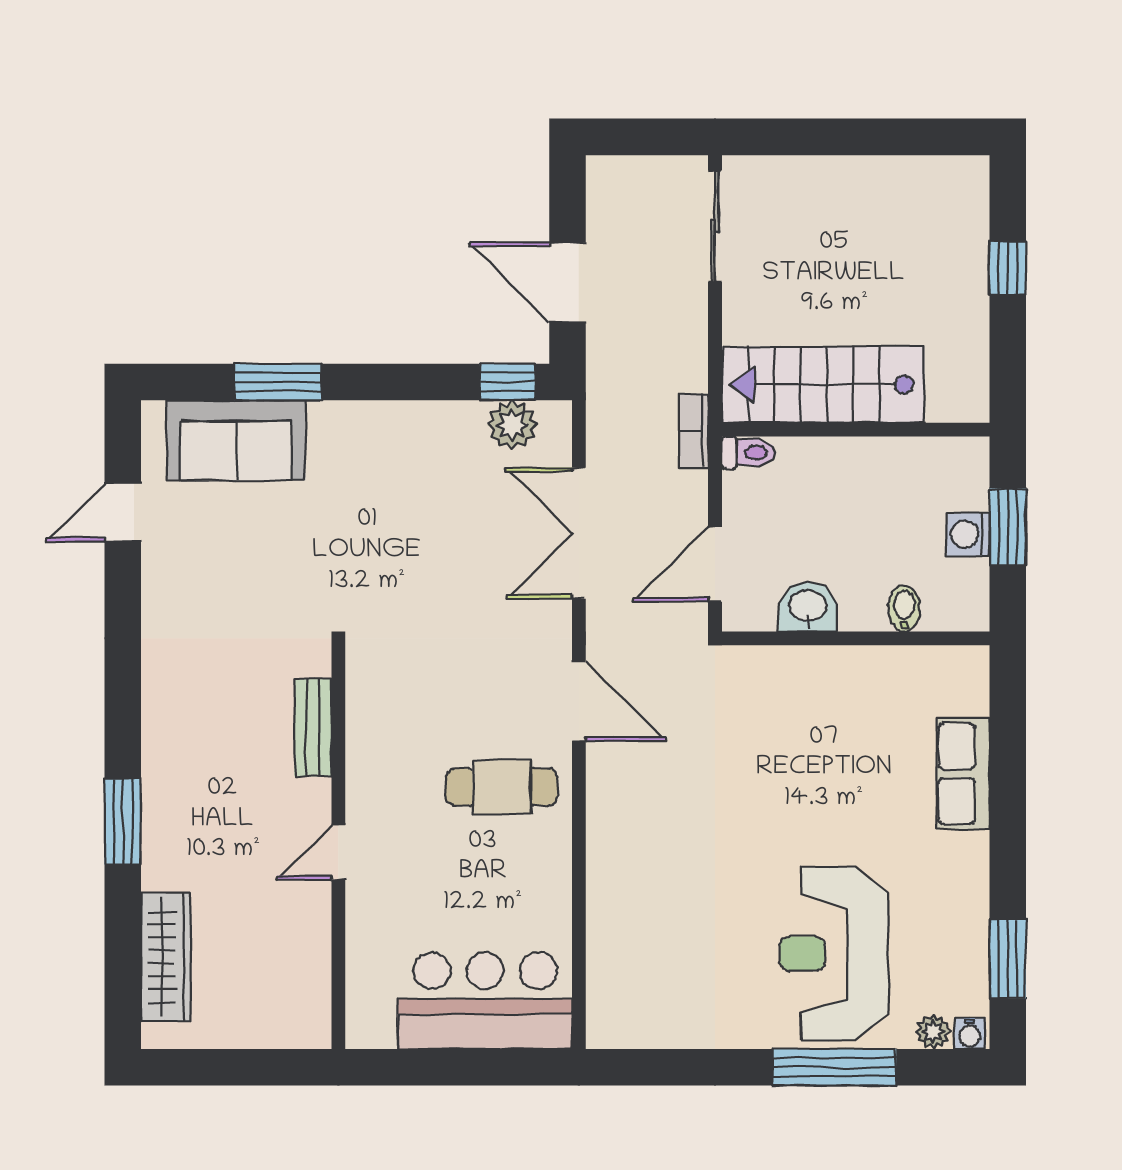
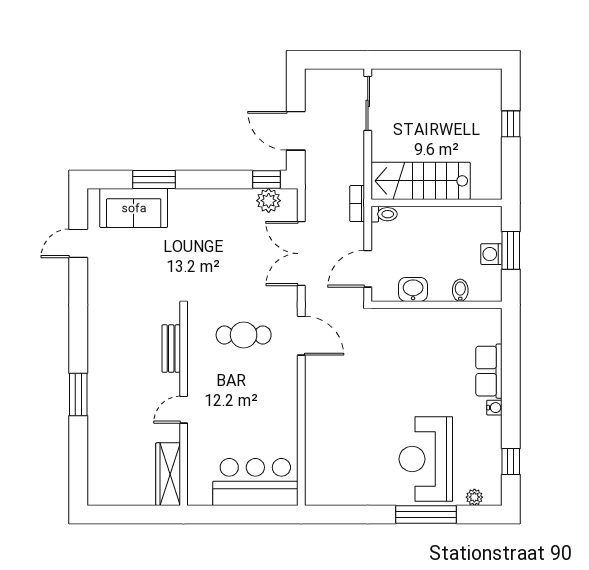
cafe table: (502, 787) -> (244, 335), moved
wardrobe: (166, 957) -> (168, 474), moved, turned 180
window: (1008, 959) -> (511, 461), width x0.67
water cooler: (970, 1034) -> (494, 408), moved, turned -90

